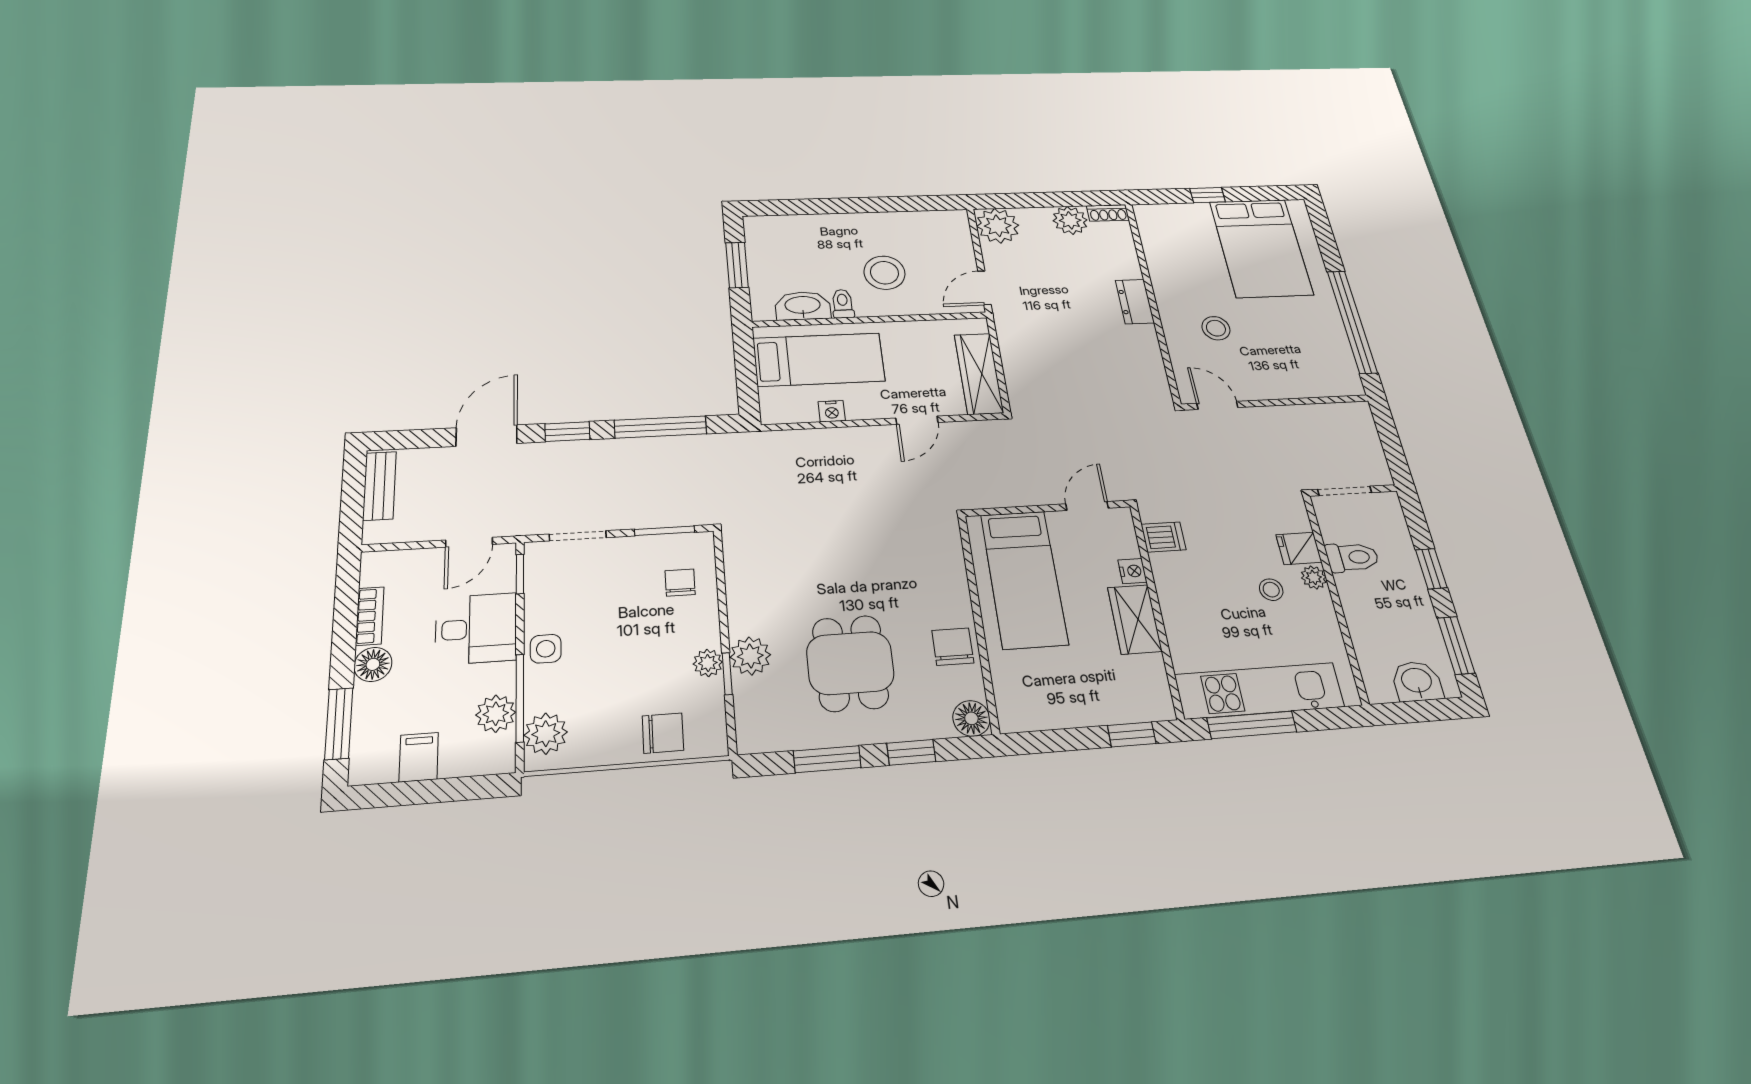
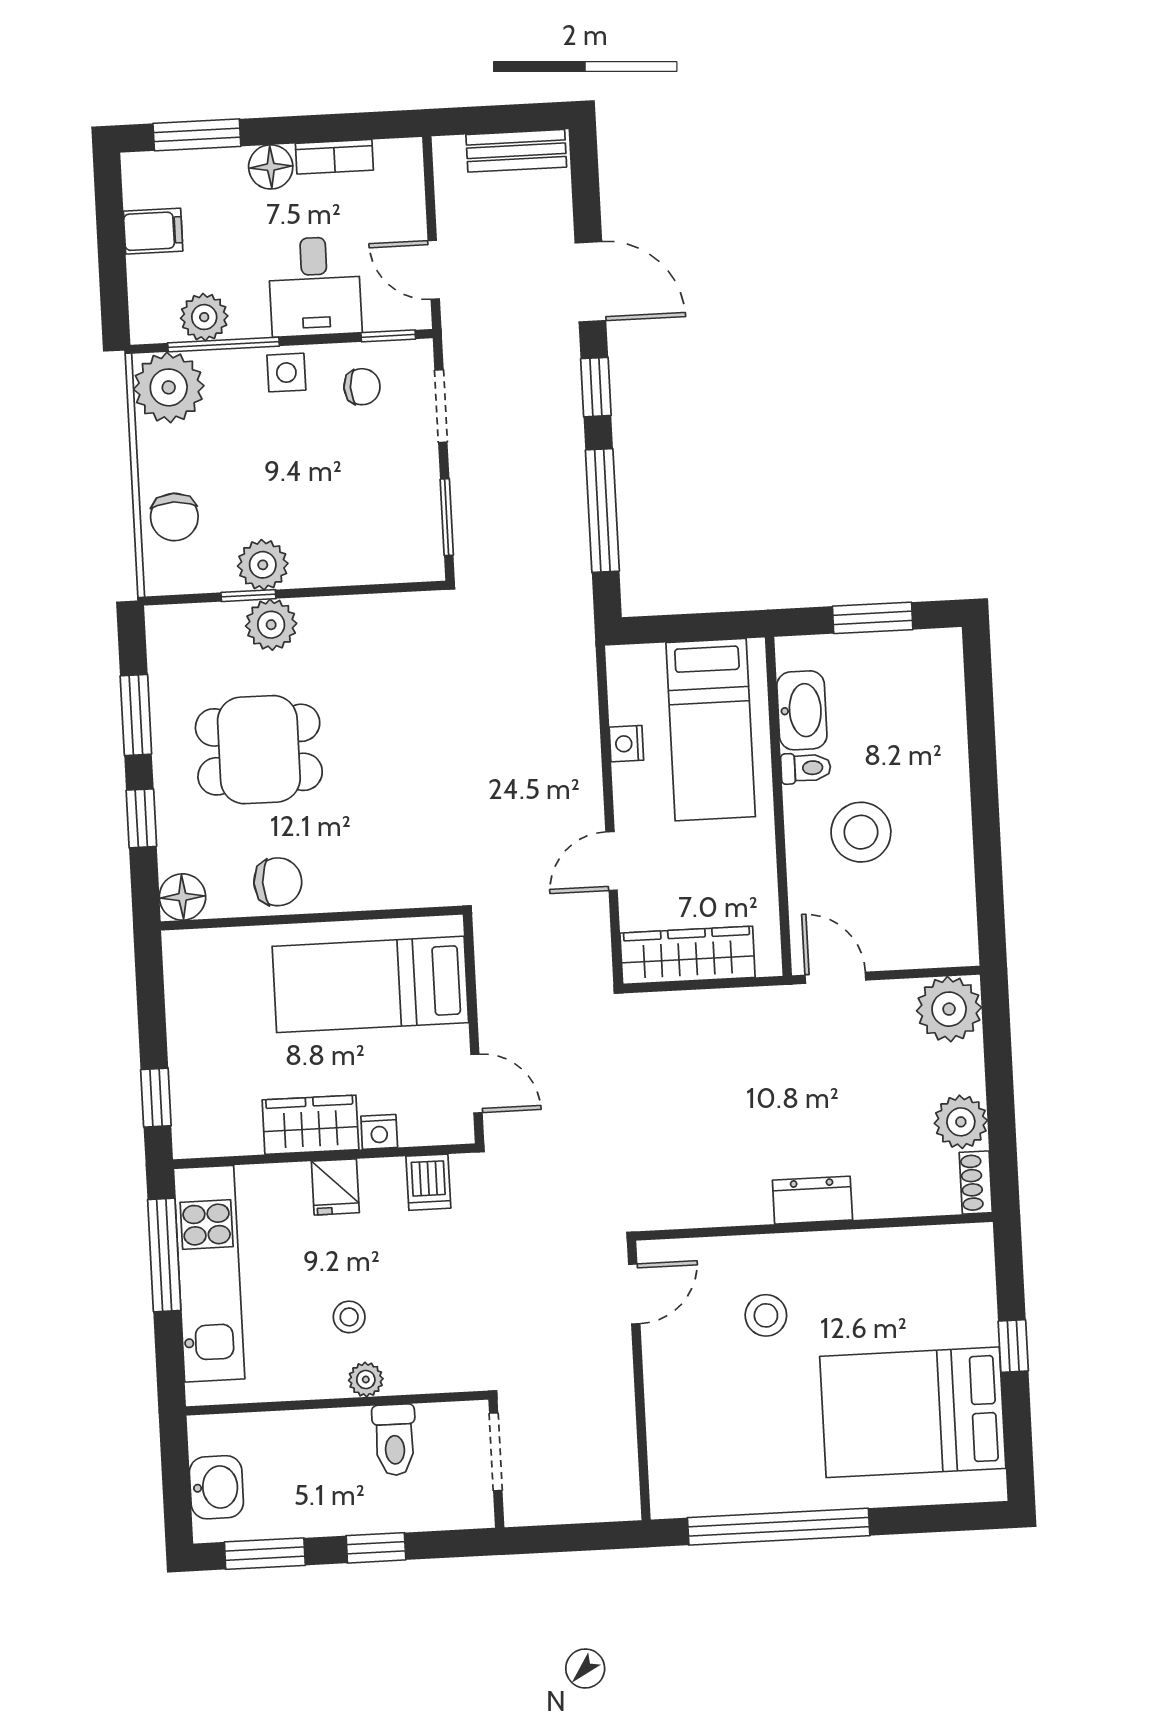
door: (917, 420) -> (612, 861), hinge flipped
fridge: (1299, 548) -> (335, 1187), moved, turned 180
chair: (680, 583) -> (362, 387), moved
plant: (708, 663) -> (263, 565), width x1.38, depth x1.38
plant: (546, 734) -> (169, 387), width x1.36, depth x1.36

